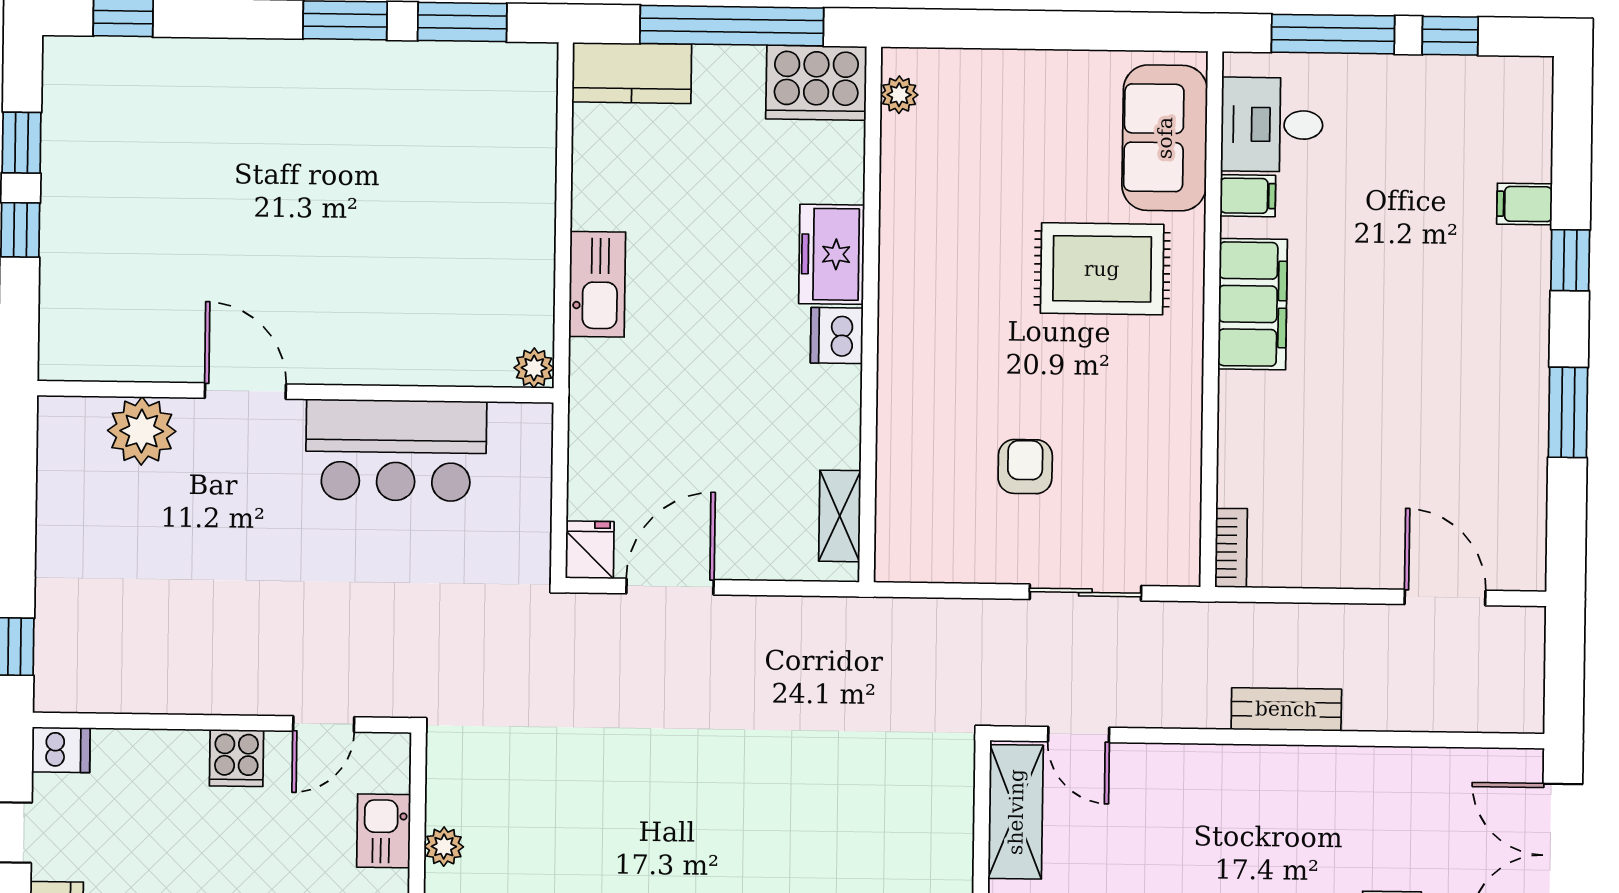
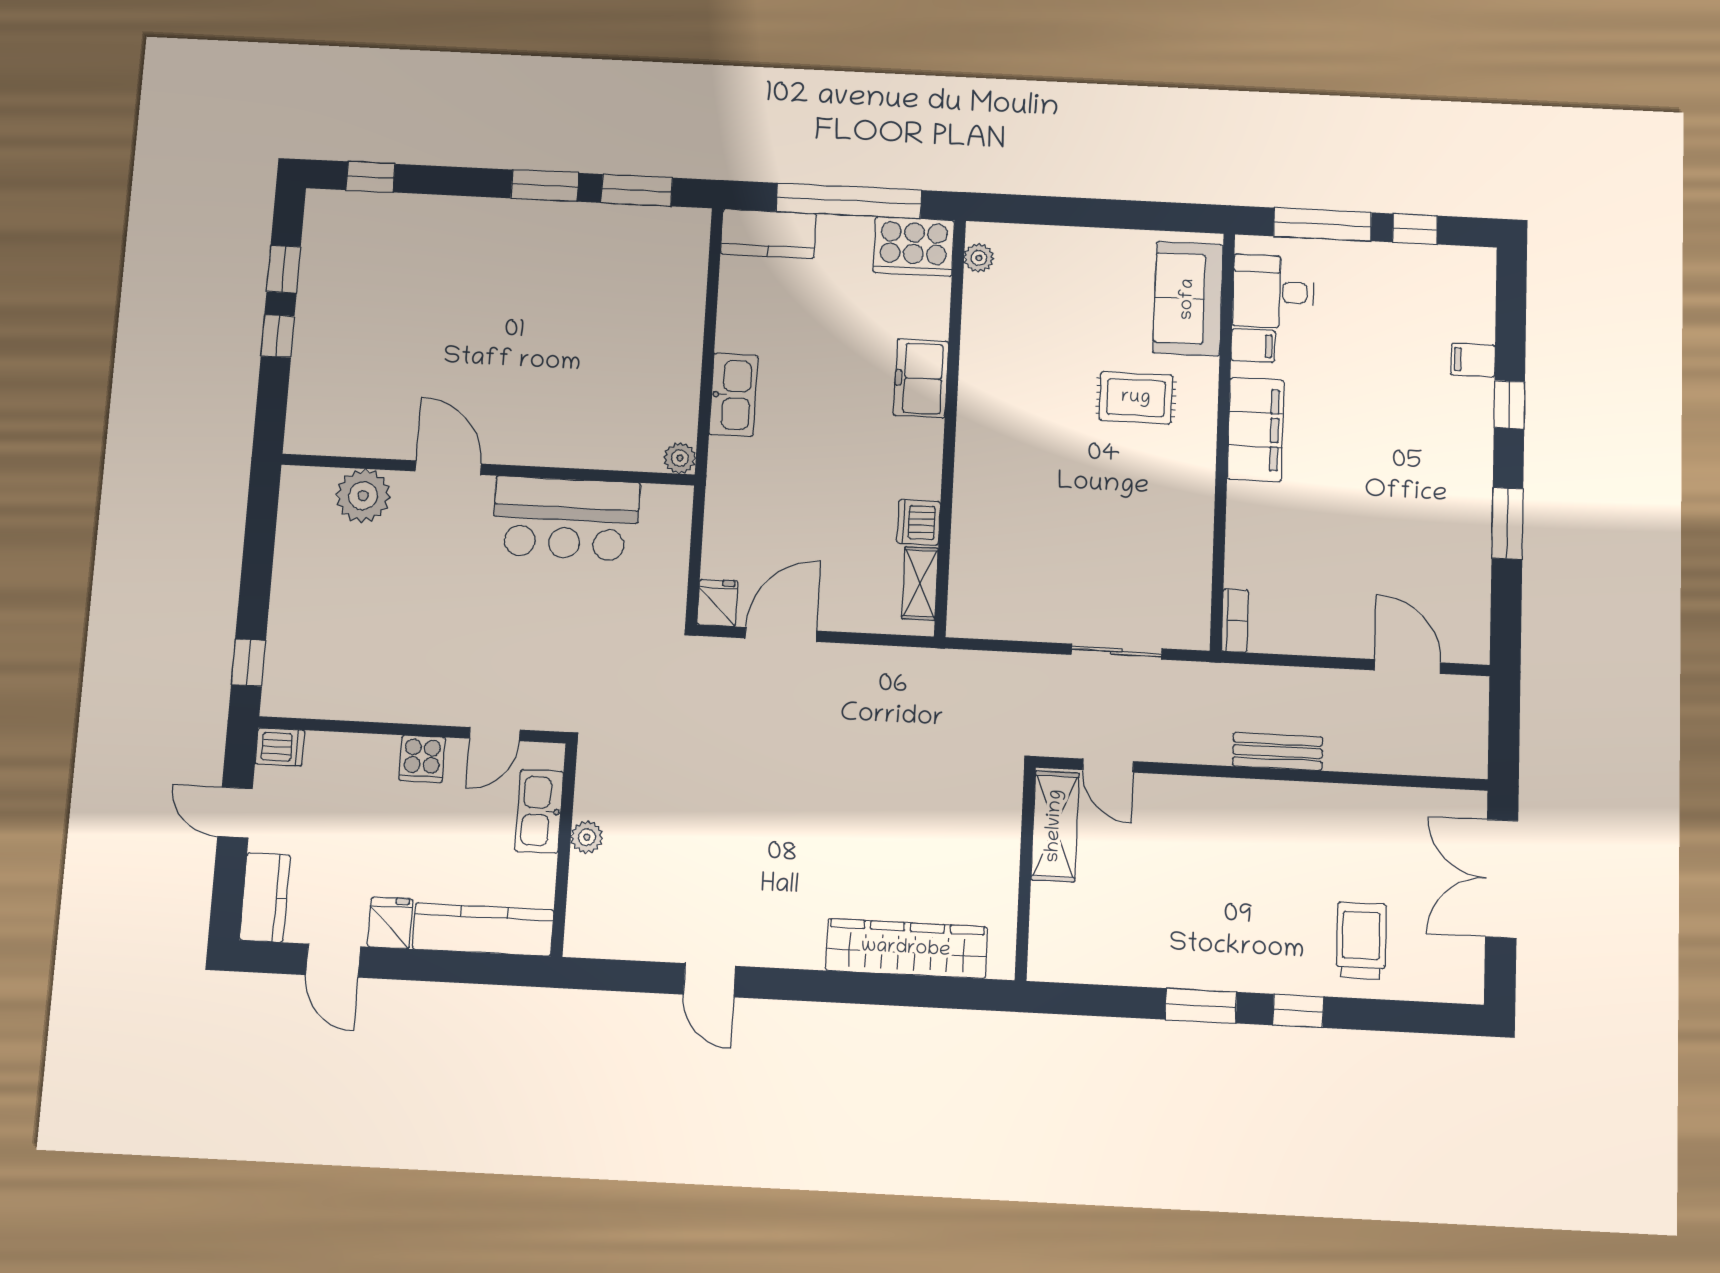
rug: (1102, 269) -> (1136, 398), width x0.73, depth x0.70
dishwasher: (837, 336) -> (919, 522), moved
armchair: (1025, 467) -> (1070, 550), removed
kitchen sink: (384, 831) -> (539, 811), width x1.38

